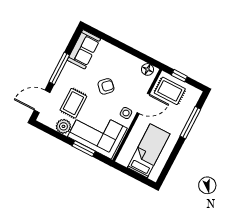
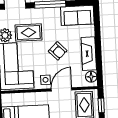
fireplace: (125, 59) -> (89, 54), added
door: (143, 103) -> (62, 89), swing flipped

